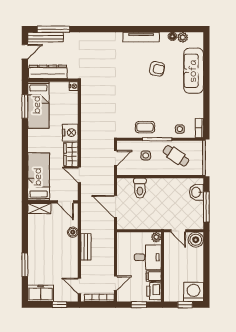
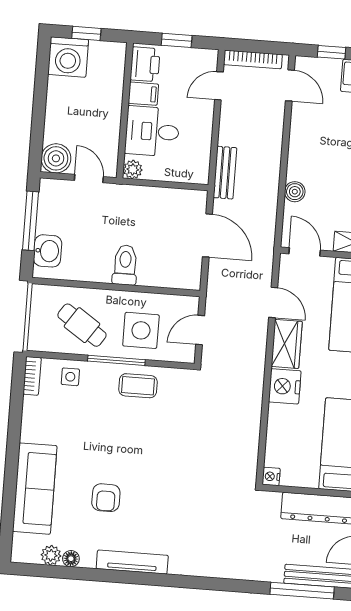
armchair: (157, 69) -> (106, 498), turned -100
side table: (146, 155) -> (141, 330), width x1.87, depth x1.87
toilet: (140, 188) -> (125, 265), moved
bench: (86, 247) -> (225, 173), moved

